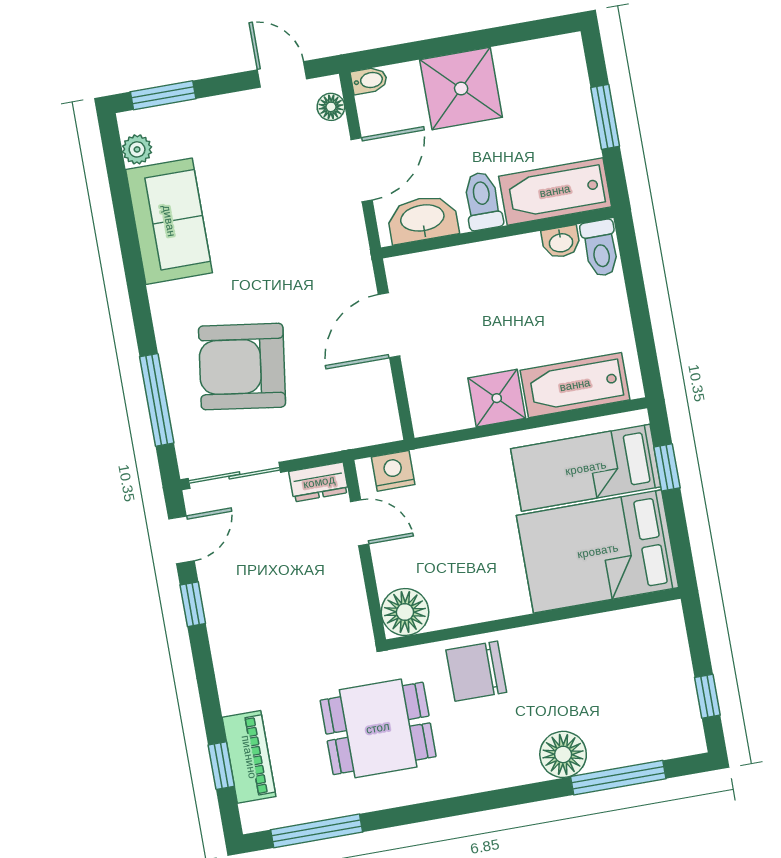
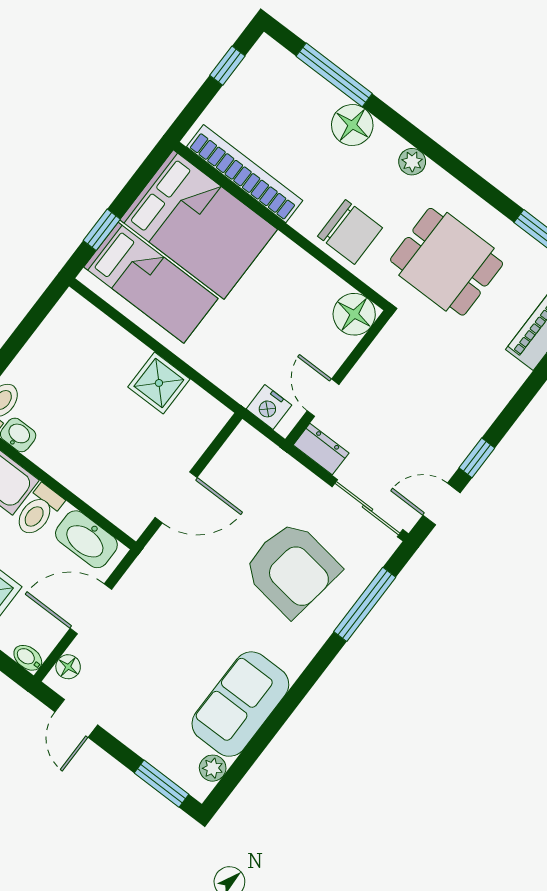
bathtub: (575, 385) -> (103, 340), removed
bookcase: (605, 628) -> (245, 174), added
plant: (487, 776) -> (412, 162), added

